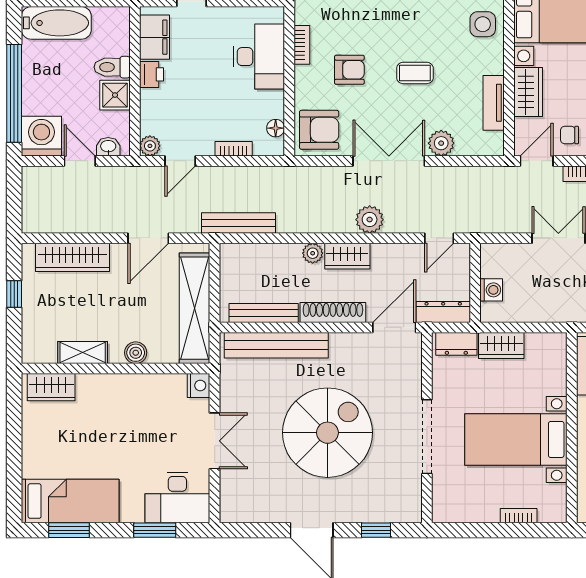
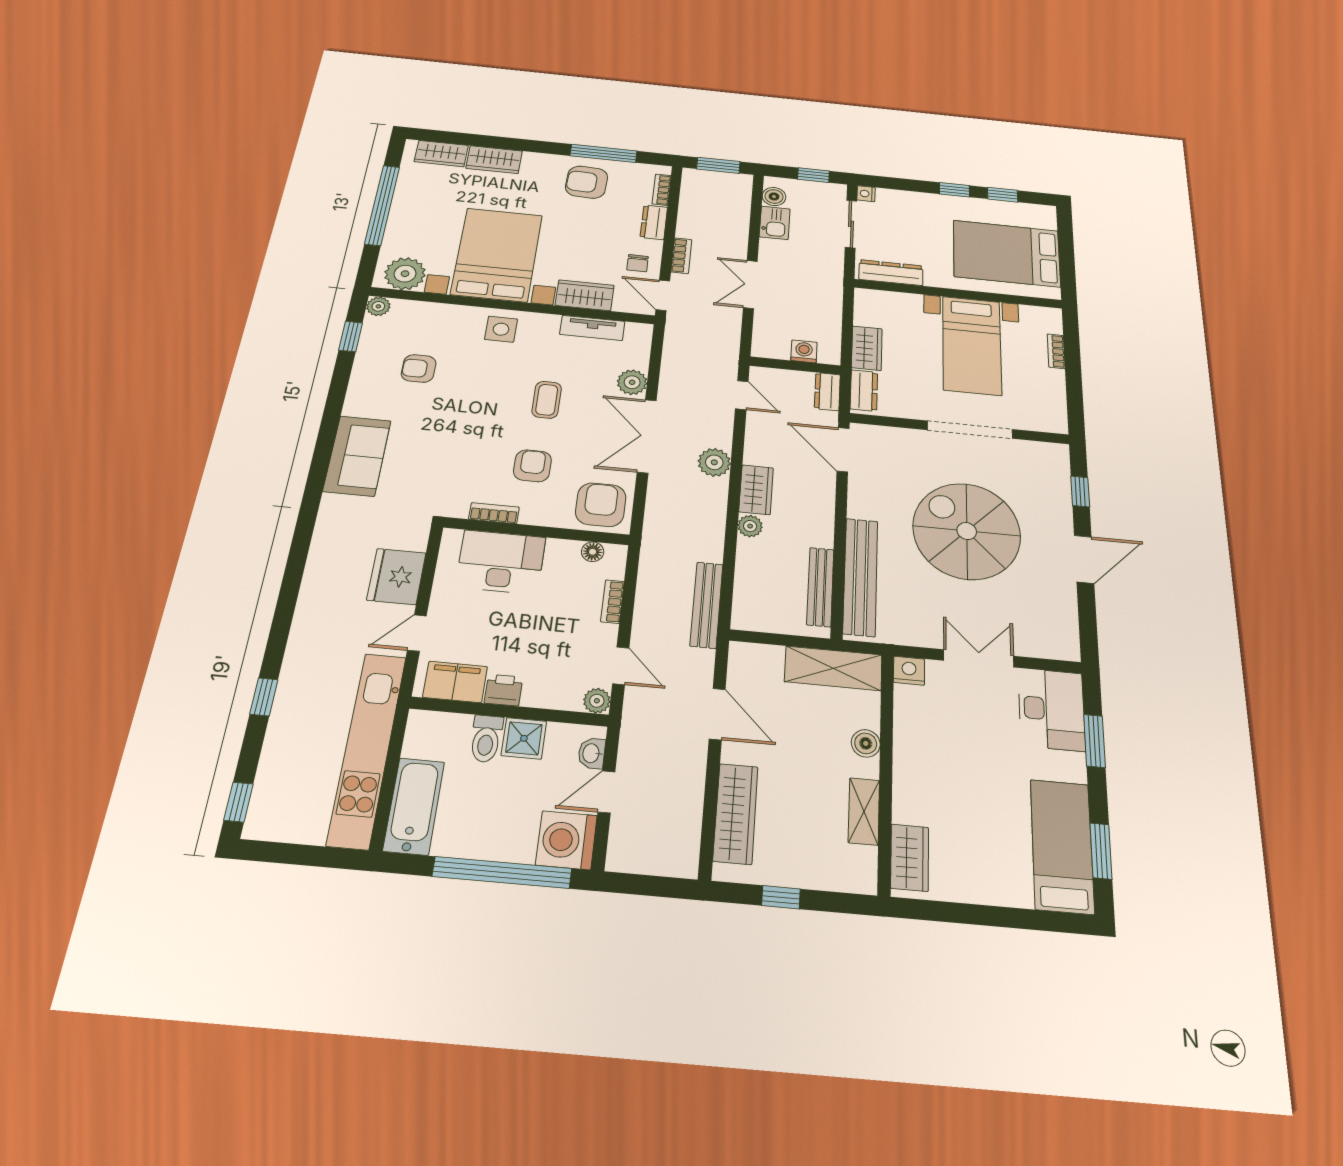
shelving: (195, 308) -> (833, 668), width x0.68
dresser: (443, 312) -> (827, 392), width x0.70
shoe rack: (333, 313) -> (823, 511), removed

